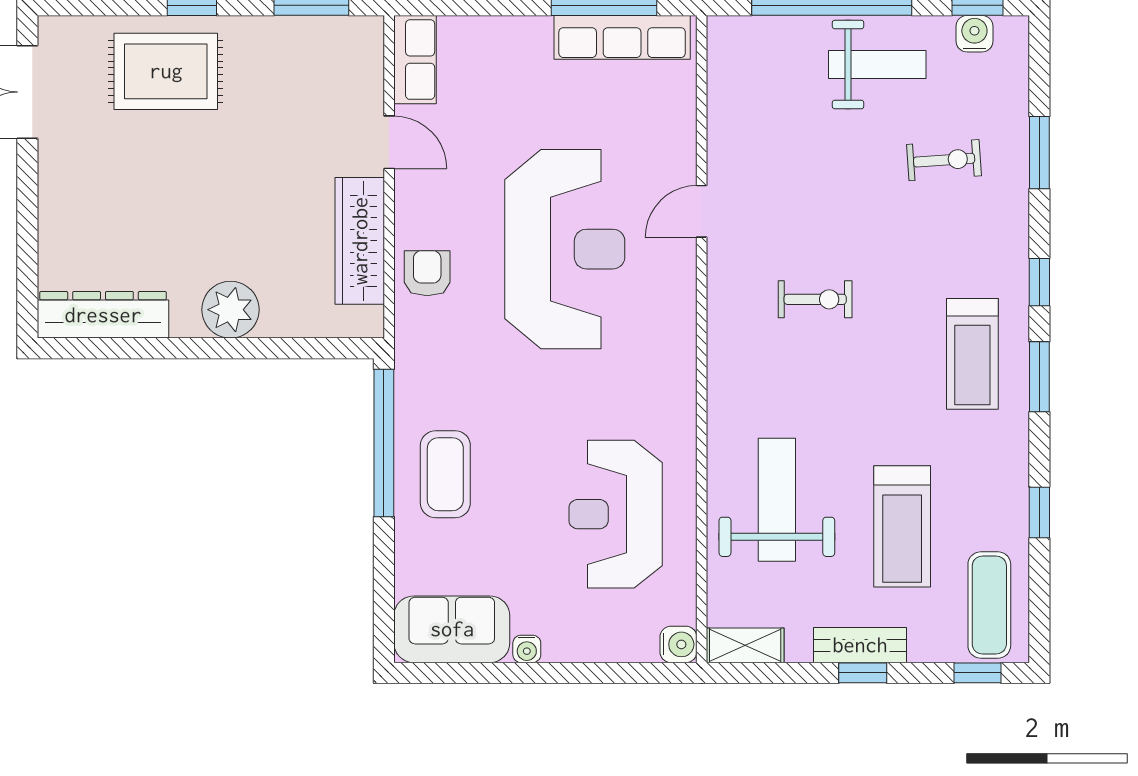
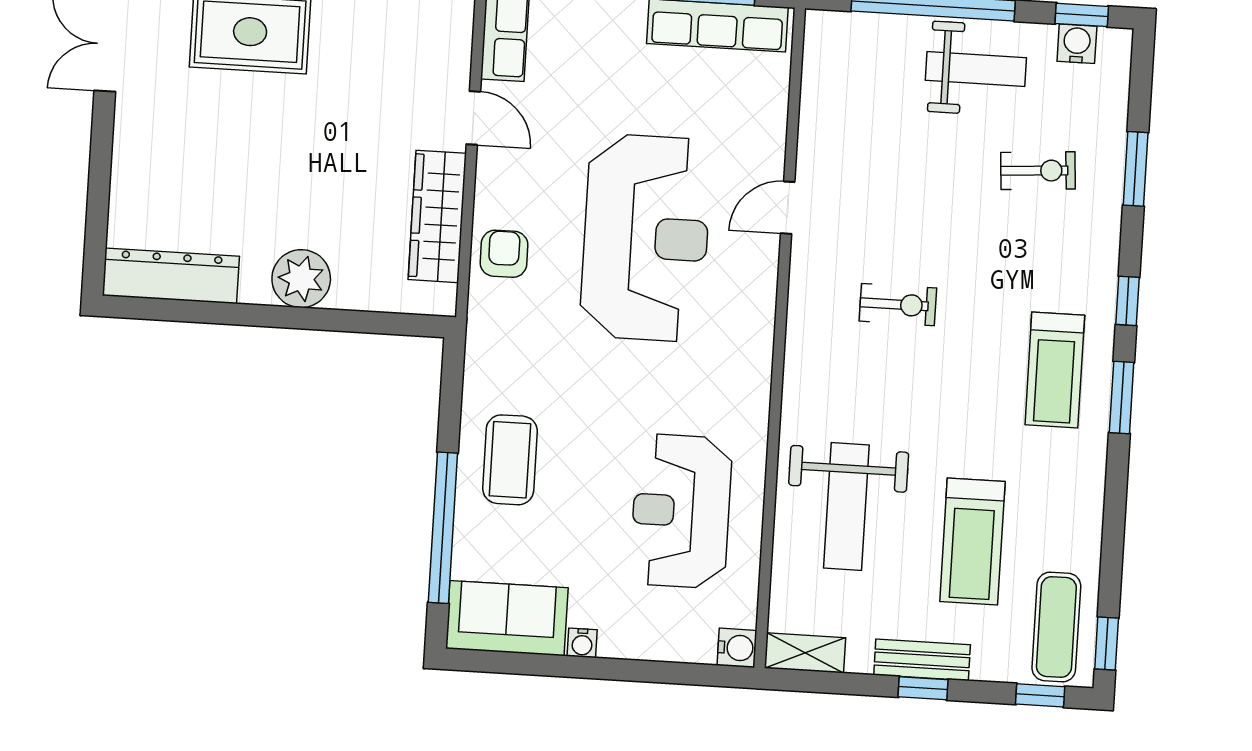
window: (384, 443) -> (443, 528), moved
weight bench: (777, 500) -> (846, 506), turned 180
window: (1039, 512) -> (1107, 644), moved

